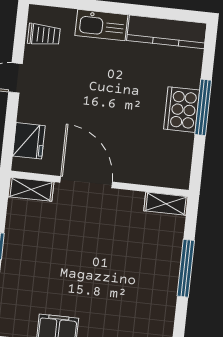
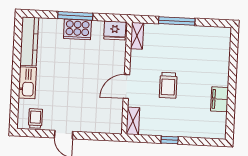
fridge: (29, 141) -> (115, 30), moved, turned 180
door: (86, 182) -> (126, 87), width x0.73
trolley: (84, 249) -> (168, 85), added

